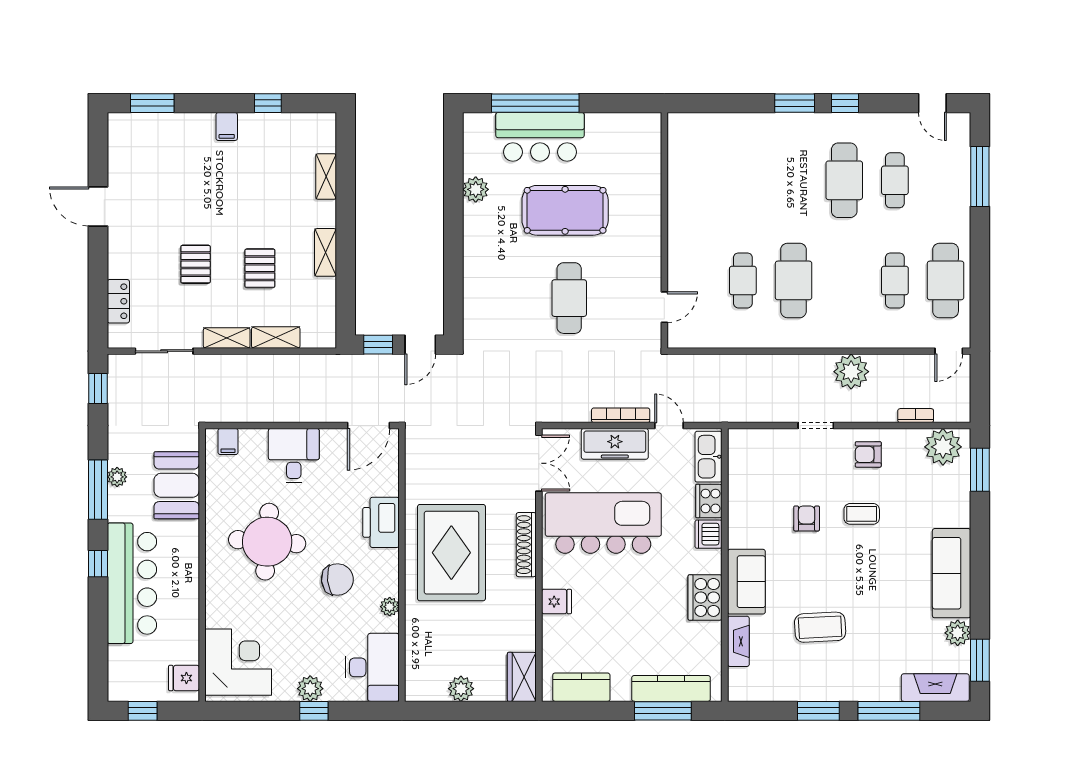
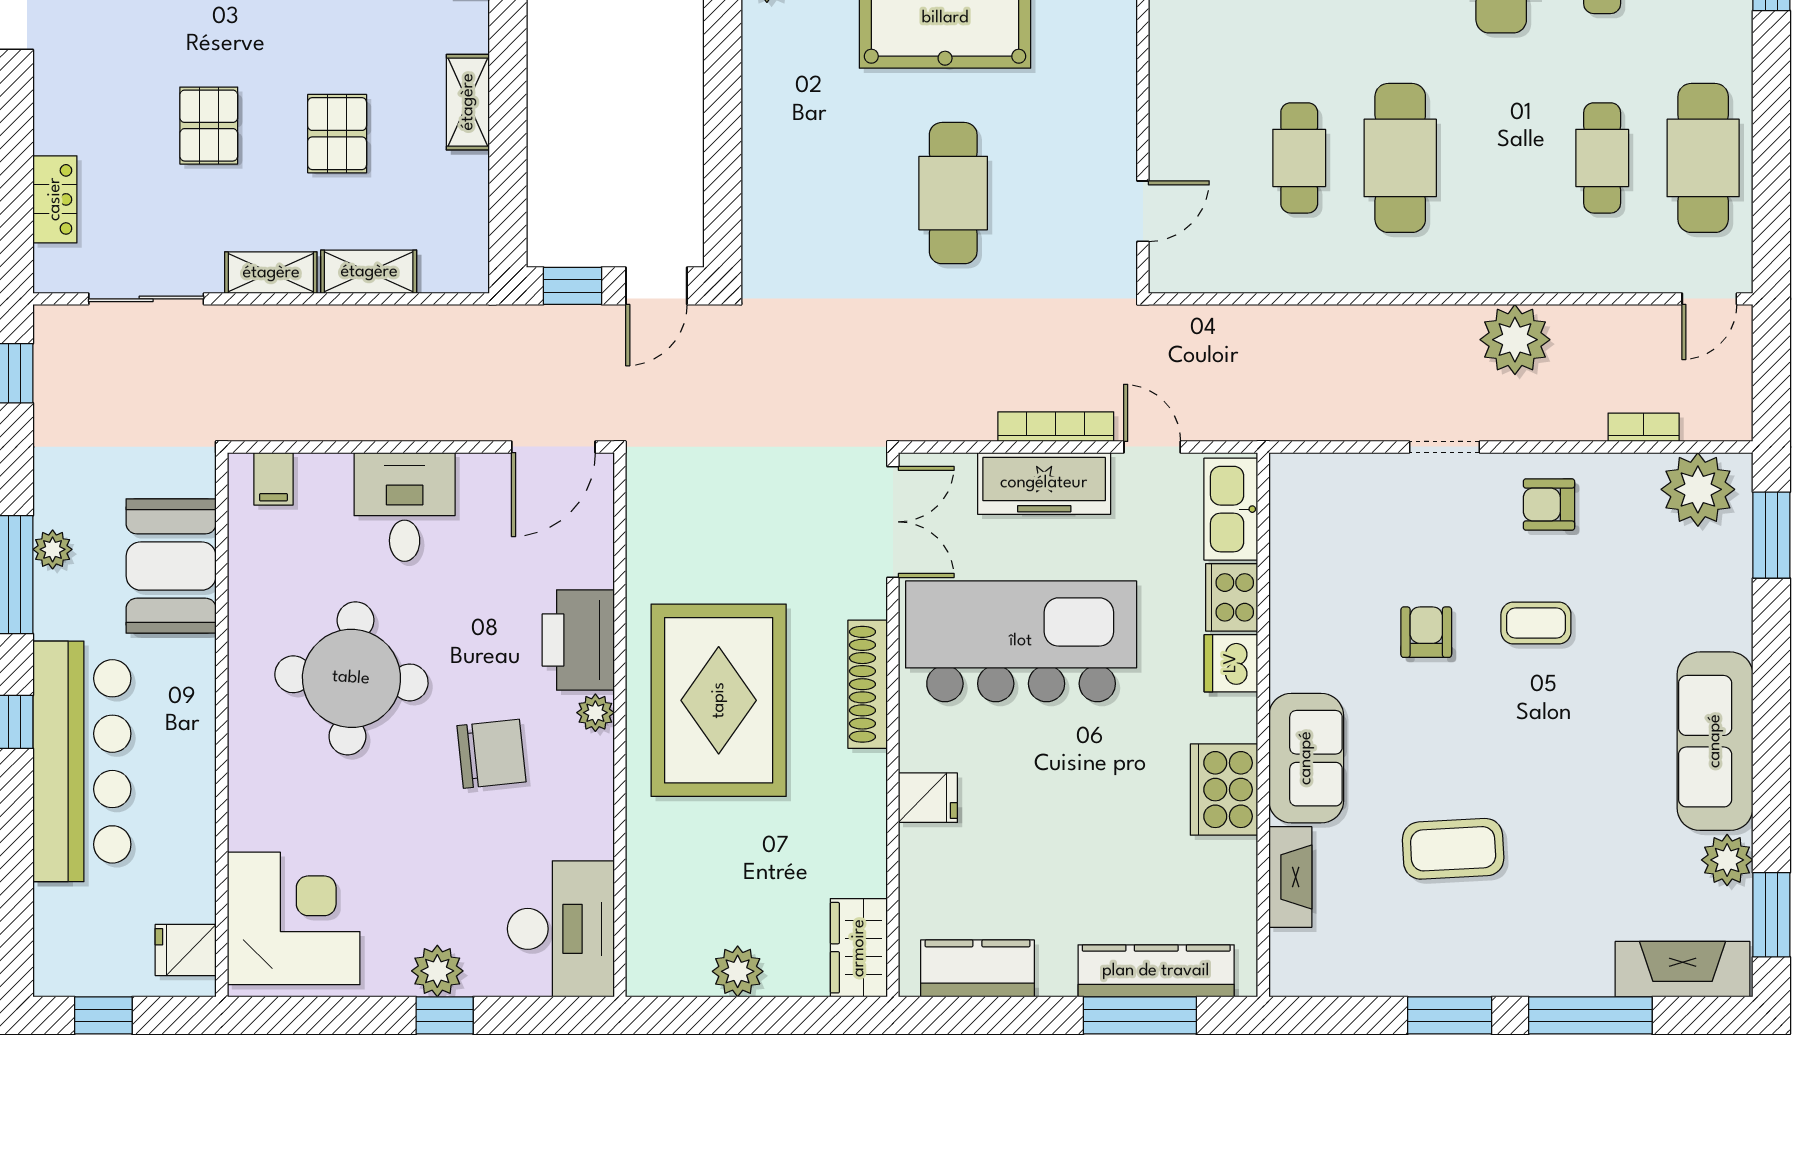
plant: (390, 607) -> (595, 713), moved

